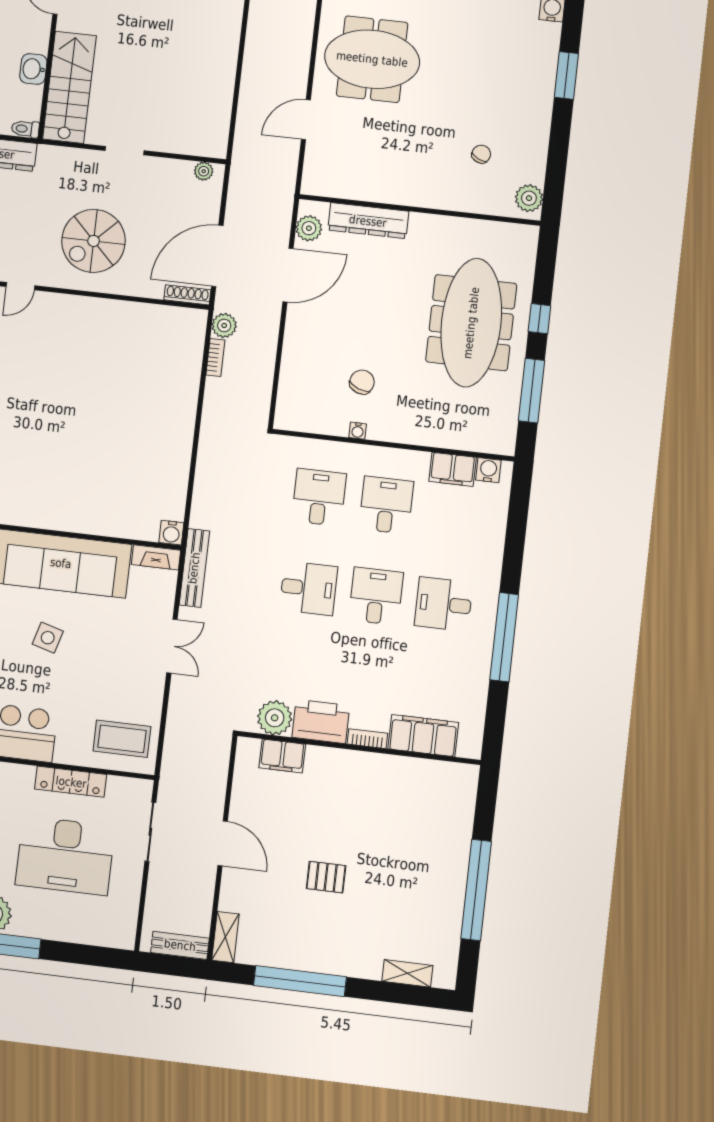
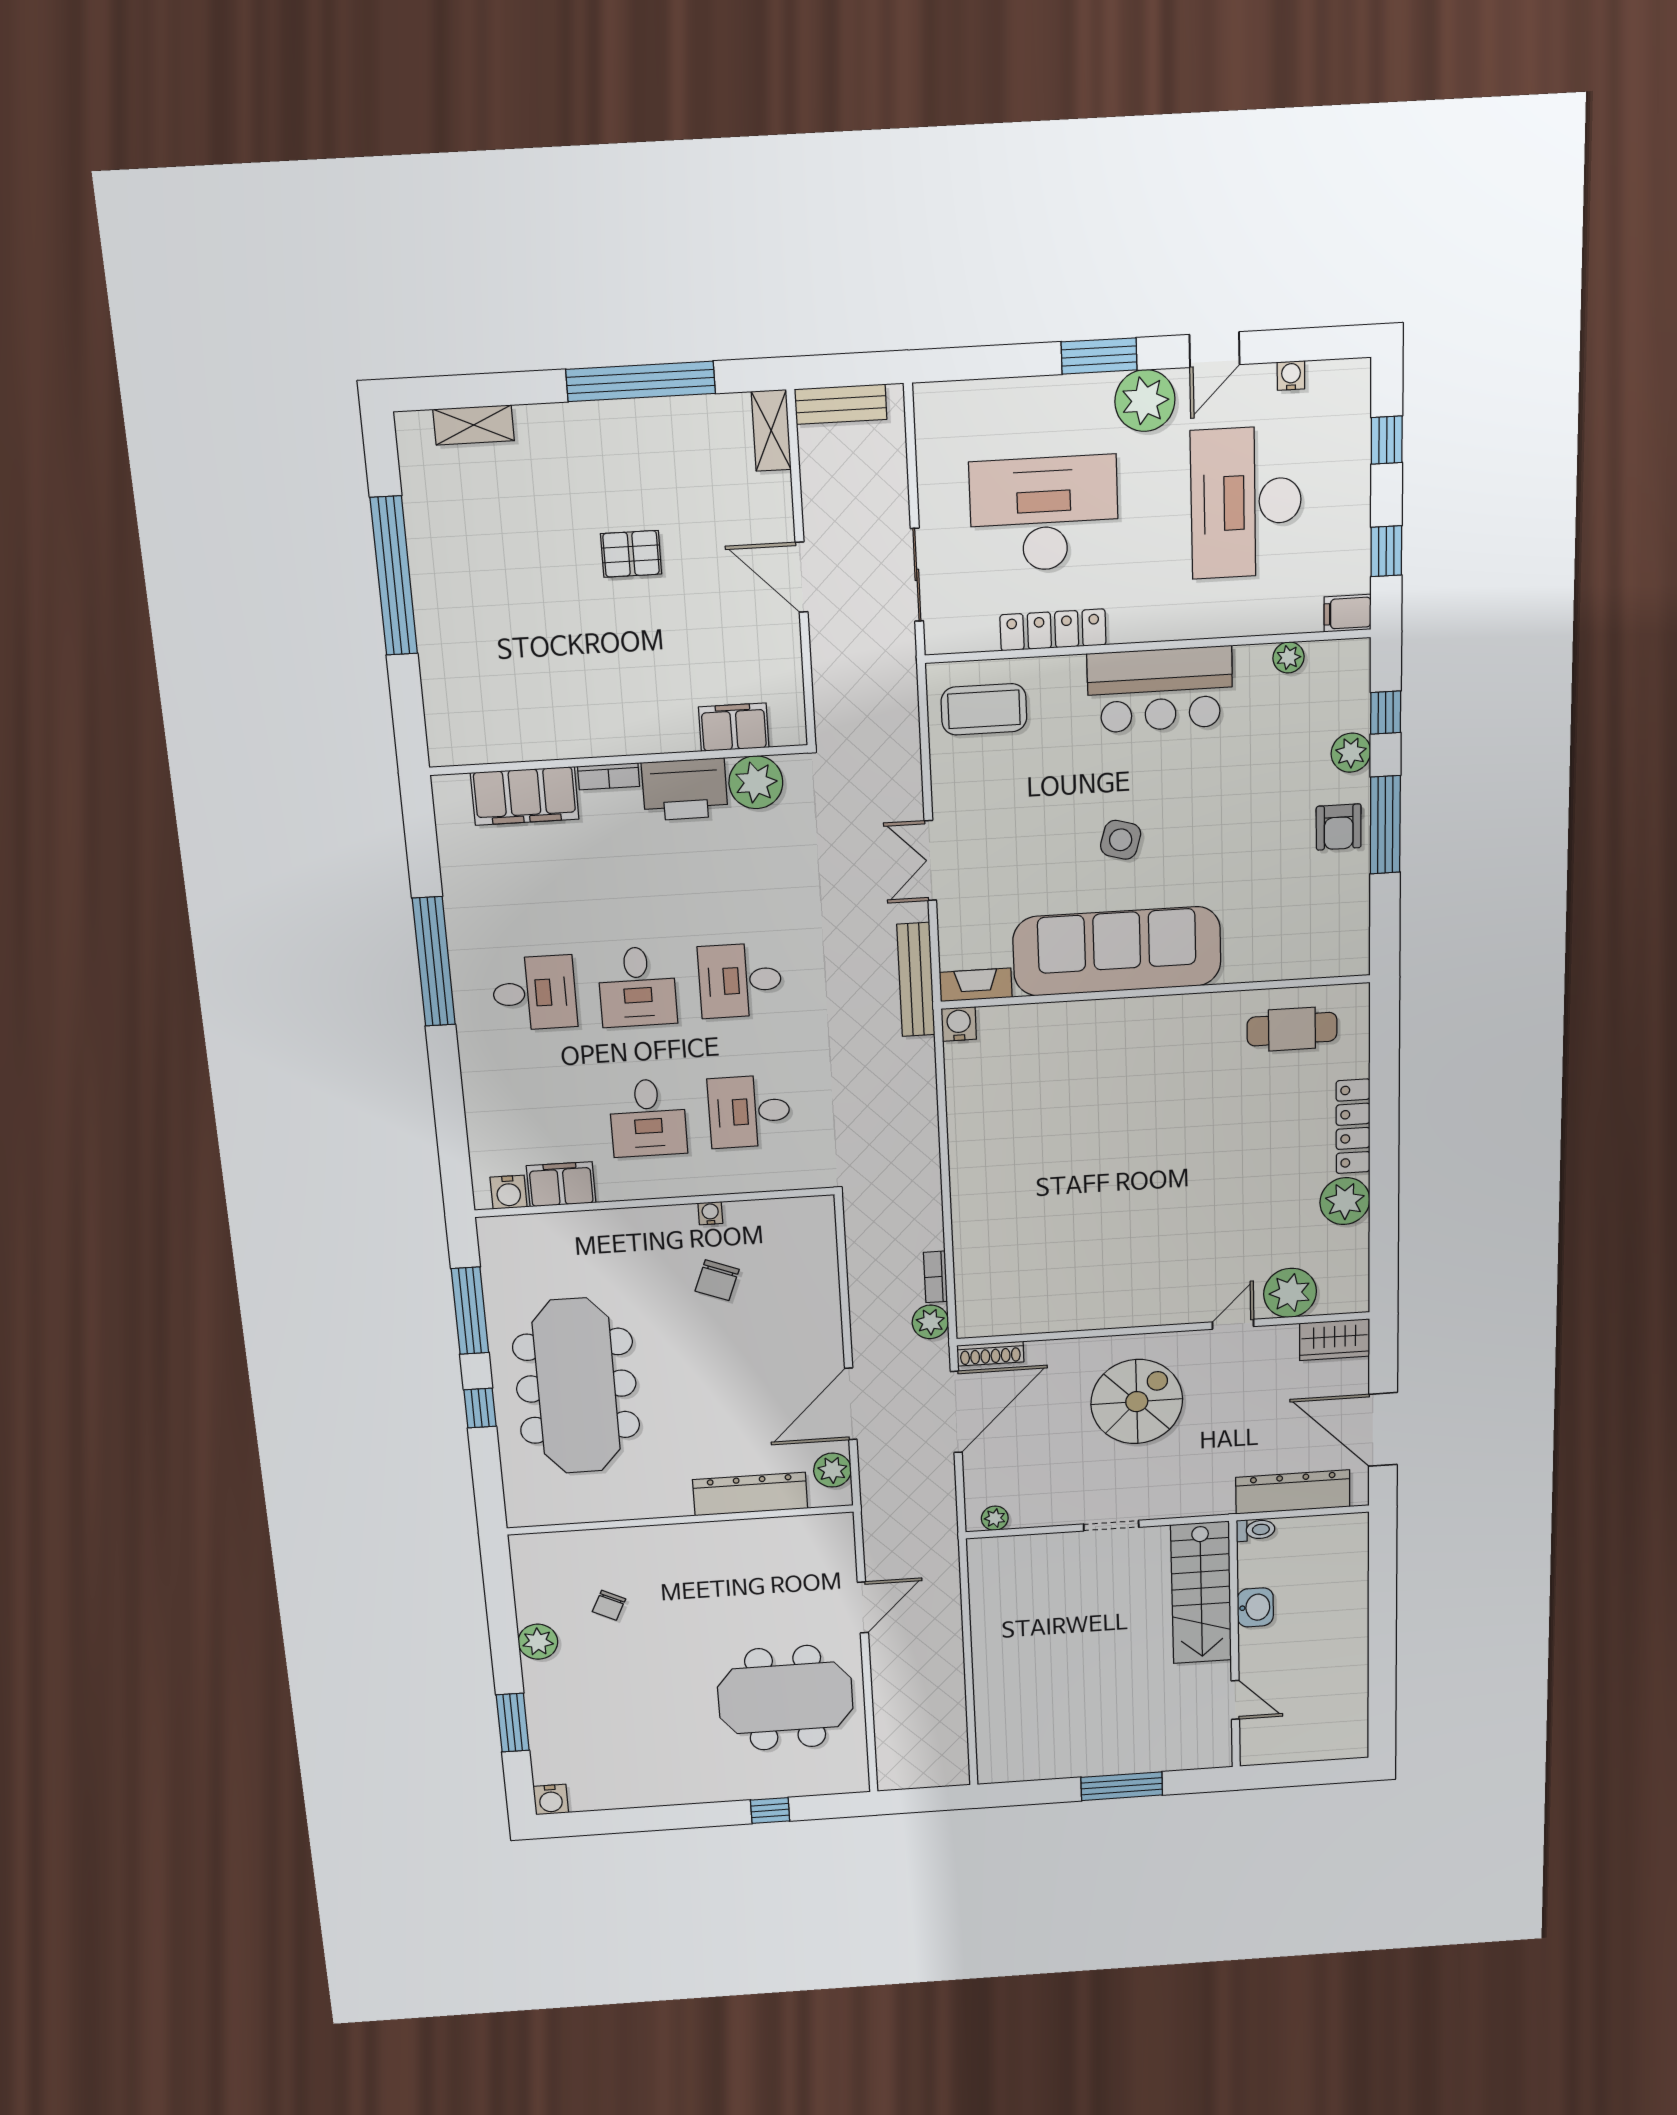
plant: (529, 198) -> (538, 1642), moved
desk: (319, 497) -> (749, 1111), turned 90

